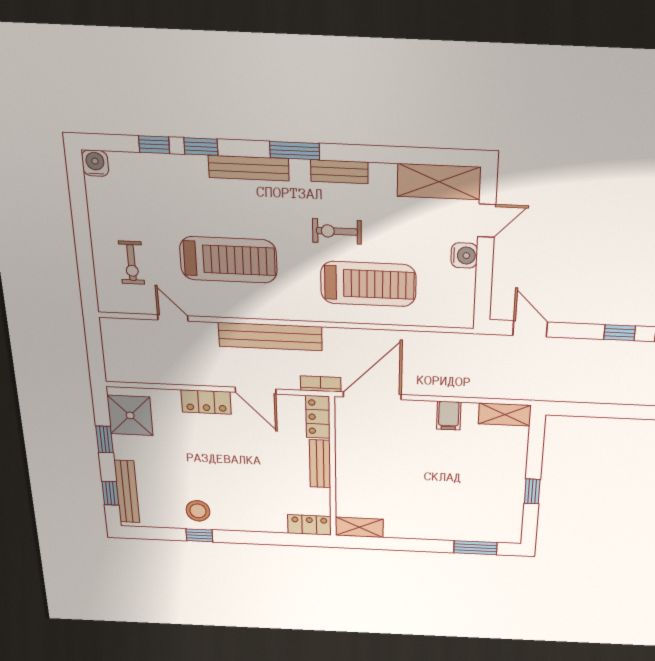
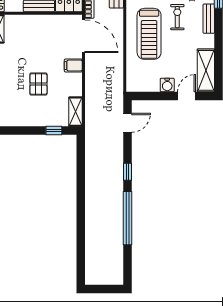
door: (487, 221) -> (187, 96), swing flipped
filing cabinet: (449, 416) -> (73, 66), moved
pallet: (454, 471) -> (38, 84), added
window: (532, 491) -> (54, 130), moved

